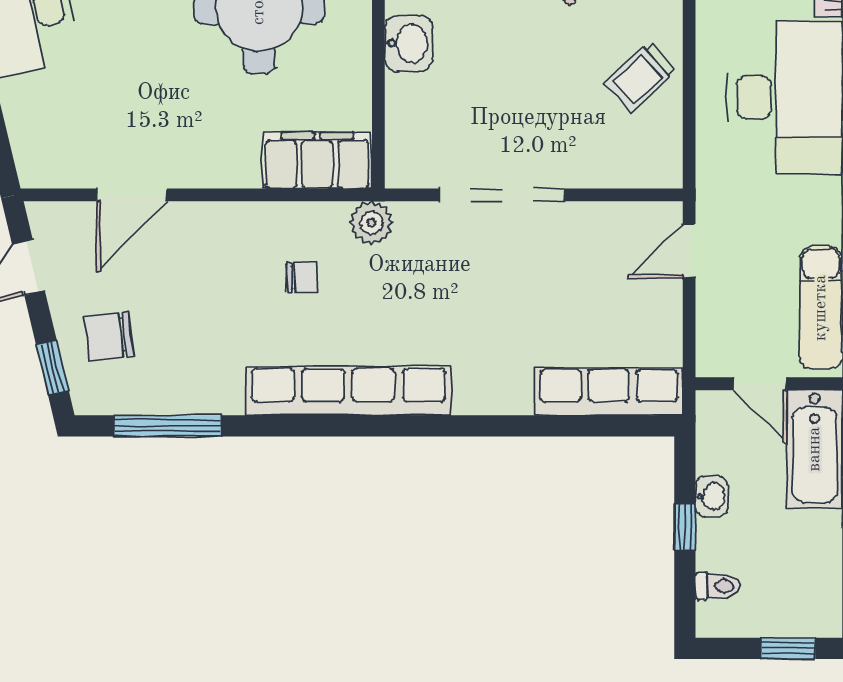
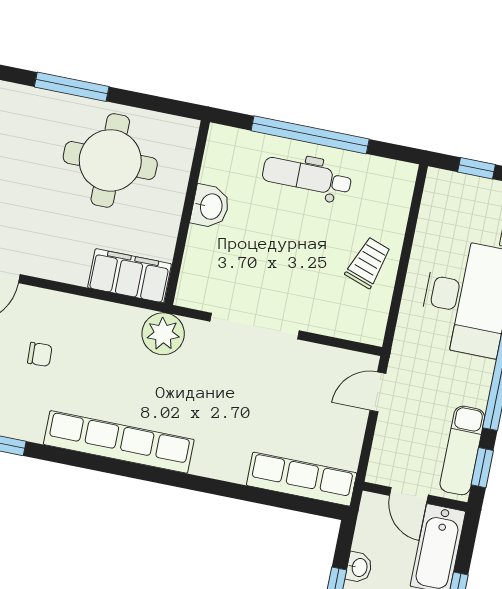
trolley: (640, 77) -> (368, 263), turned 151
plant: (371, 223) -> (163, 334), width x1.36, depth x1.36
chair: (302, 277) -> (40, 354), moved

